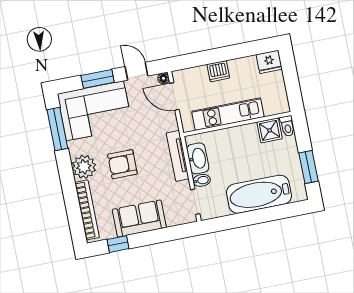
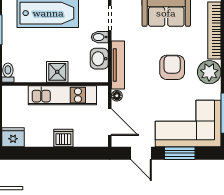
floor lamp: (163, 78) -> (117, 96), moved
shower: (270, 130) -> (57, 72), moved
washbasin: (198, 158) -> (99, 59), width x0.72
armchair: (122, 164) -> (172, 67), turned -90

